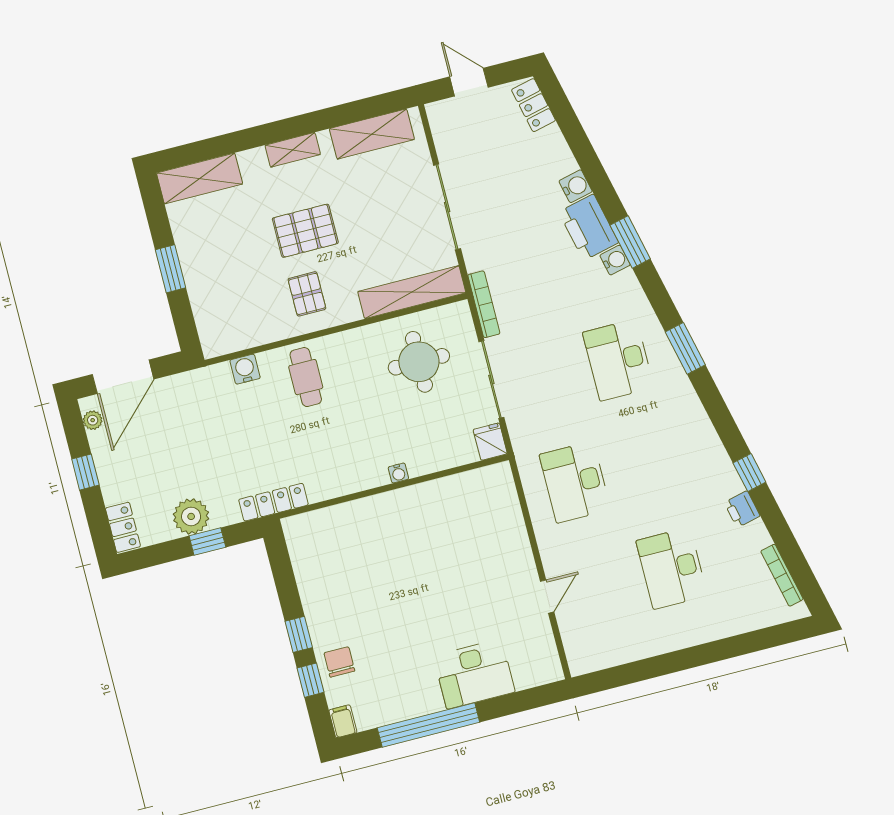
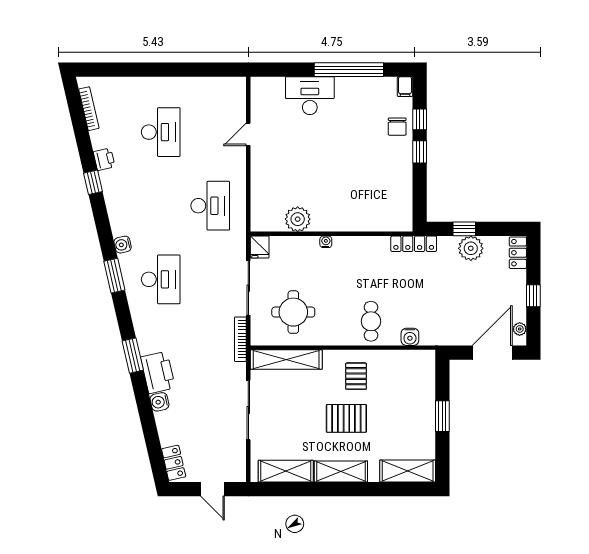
shelving: (293, 150) -> (341, 472), width x1.50, depth x1.33
water cooler: (615, 260) -> (123, 245), moved
plant: (447, 495) -> (298, 219), added

